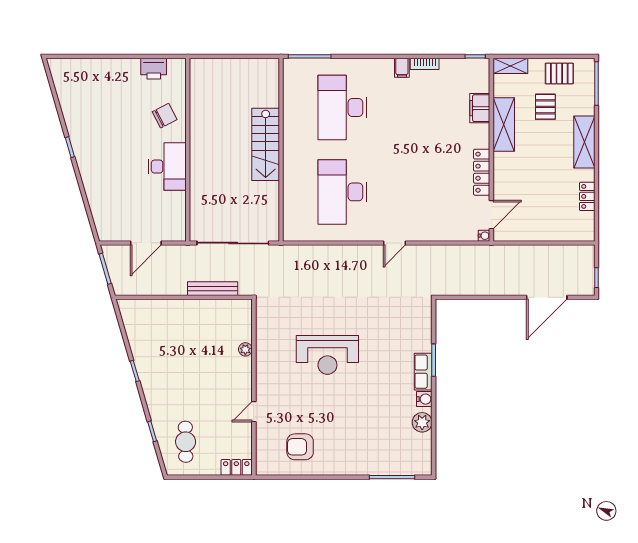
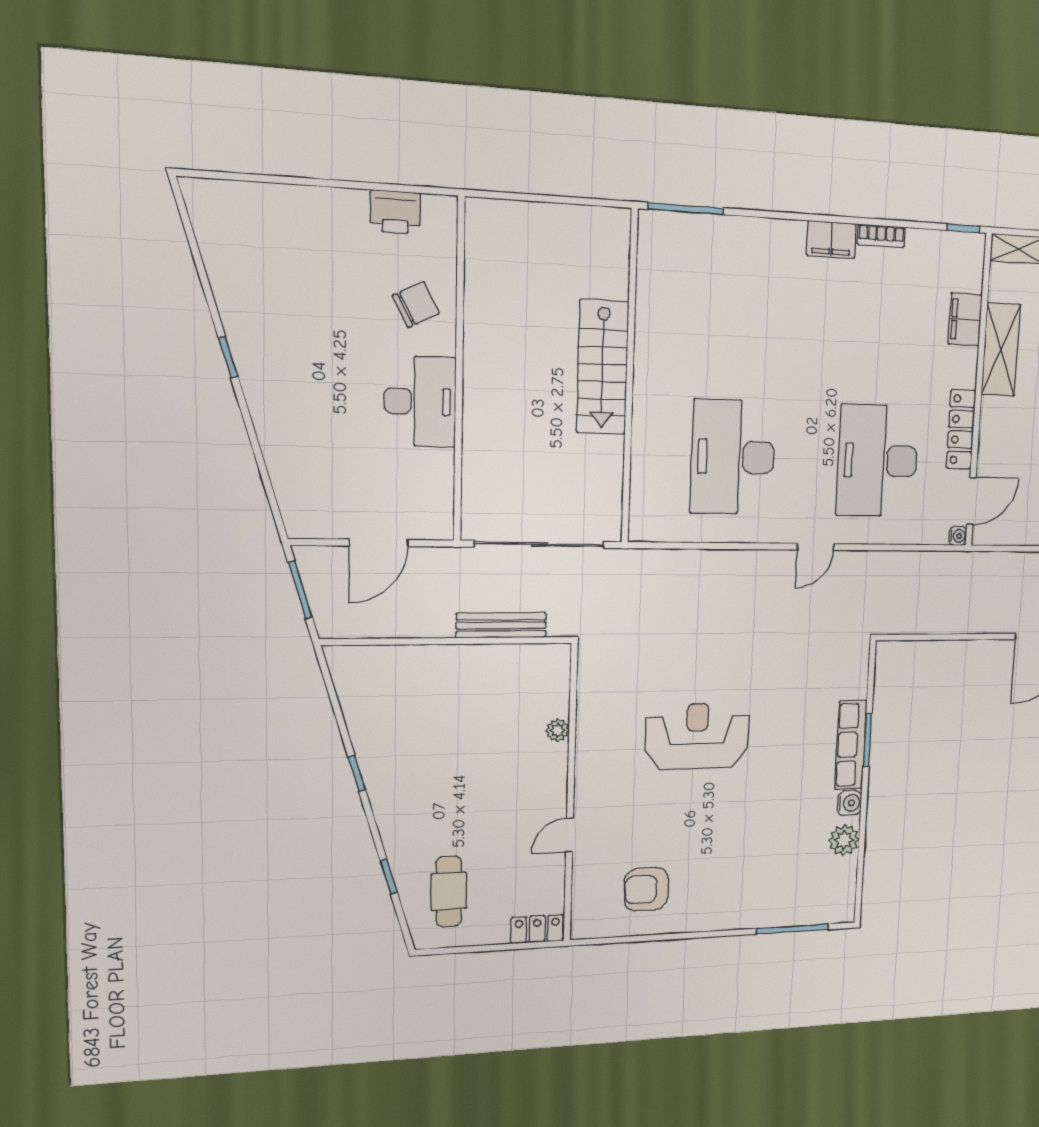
filing cabinet: (402, 68) -> (831, 239), width x2.00
desk: (342, 108) -> (878, 461), moved
reception desk: (327, 355) -> (697, 736), turned 180
row of seats: (423, 372) -> (851, 745), width x1.48

